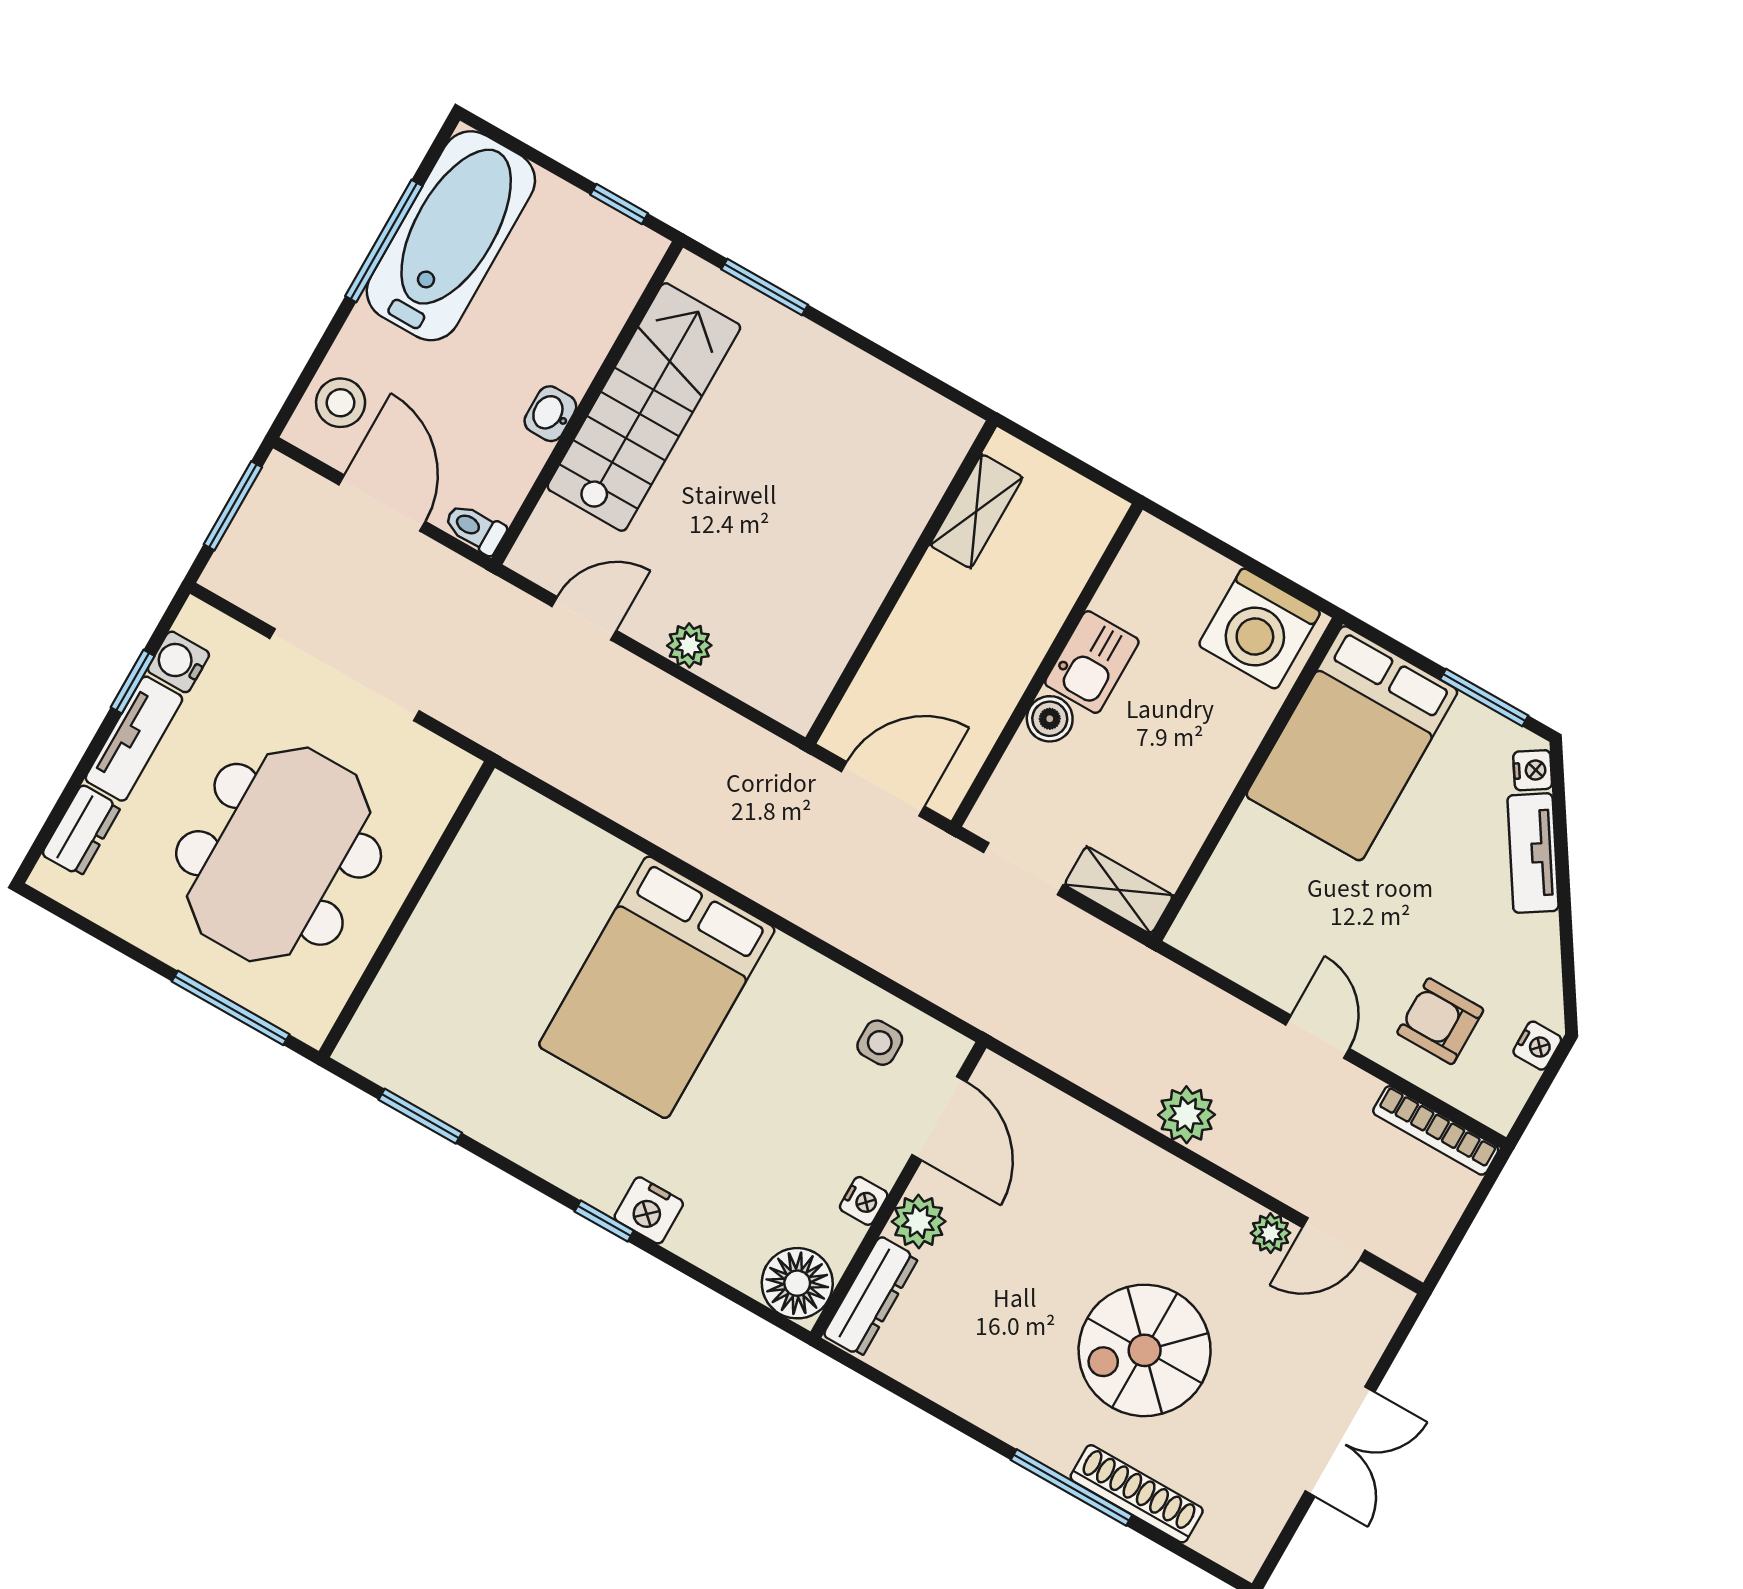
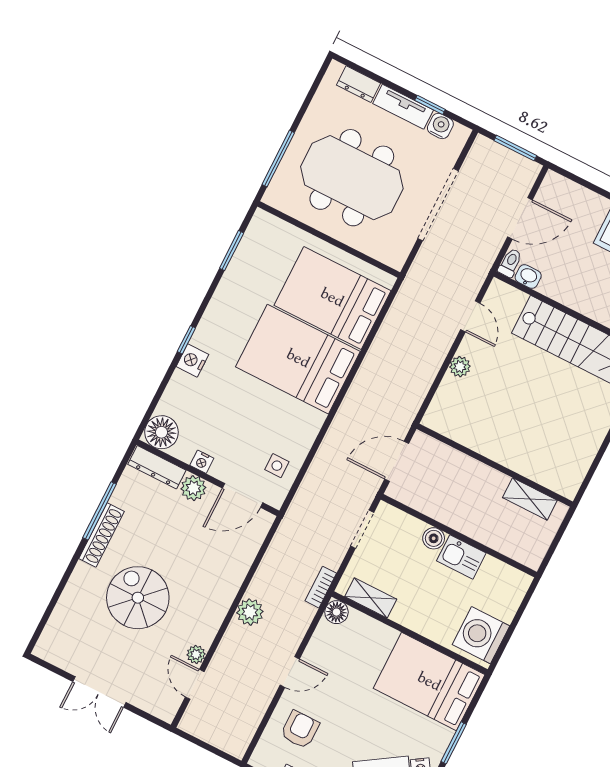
stool: (341, 403) -> (566, 196), removed
washbasin: (550, 414) -> (528, 277), moved
door: (883, 789) -> (397, 461), swing flipped
shelving: (1119, 890) -> (371, 598), moved, turned 90
bed: (531, 908) -> (332, 298), added
floor lamp: (1196, 932) -> (336, 612), added
bookcase: (1436, 1130) -> (321, 587), moved, width x0.64
window: (1072, 1488) -> (100, 511), moved
shoe rack: (1137, 1494) -> (102, 535), moved

